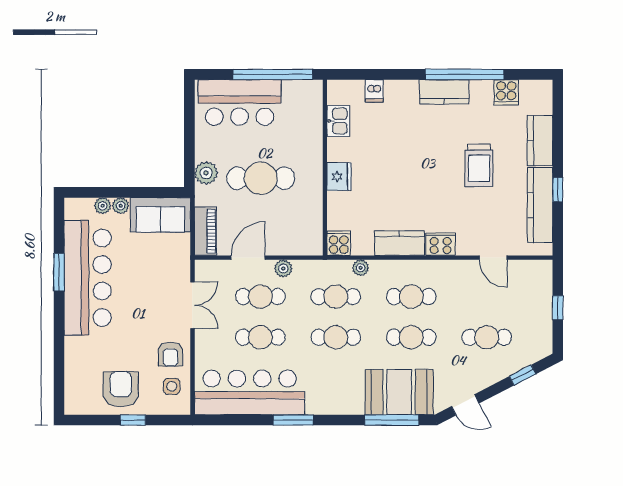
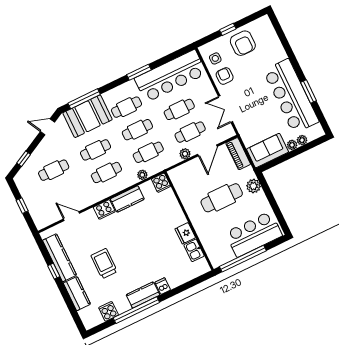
dishwasher: (374, 91) -> (163, 286), moved
fridge: (339, 177) -> (185, 233), moved
cafe table: (336, 378) -> (126, 107), added

